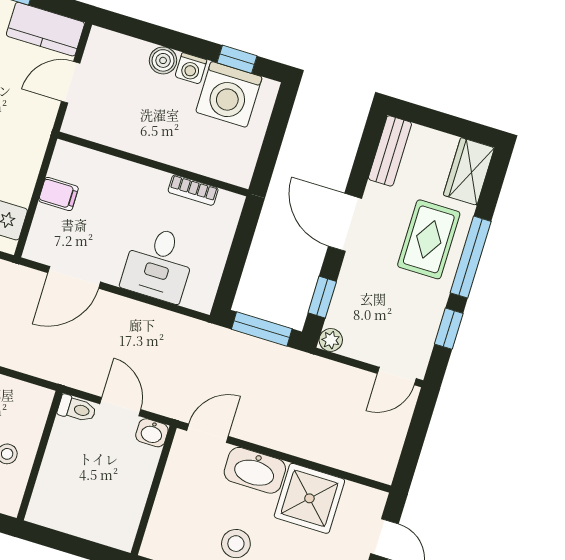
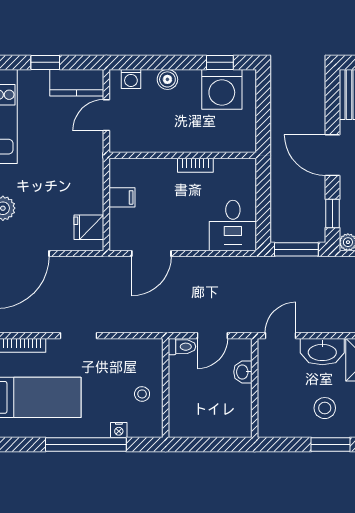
washing machine: (191, 68) -> (131, 79), moved
bookcase: (193, 190) -> (195, 165), moved
desk: (159, 264) -> (233, 225), moved
door: (120, 407) -> (212, 336), swing flipped
washbasin: (152, 433) -> (243, 372), moved, turned 90

